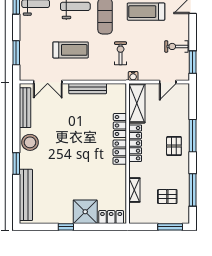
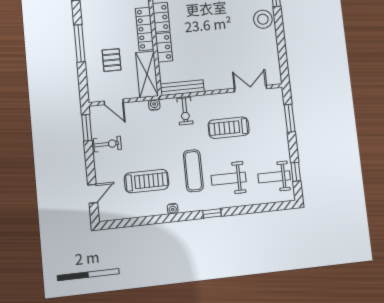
exercise bike: (121, 53) -> (185, 111), moved
door: (168, 82) -> (114, 102), swing flipped
bench: (88, 89) -> (182, 88), moved
bench: (25, 108) -> (273, 57), removed
pallet: (174, 146) -> (112, 60), moved

